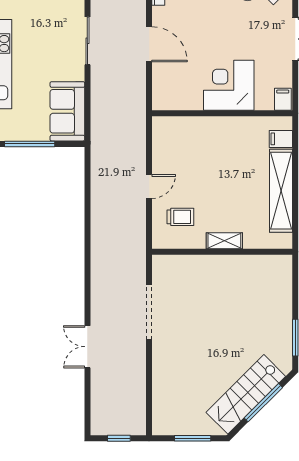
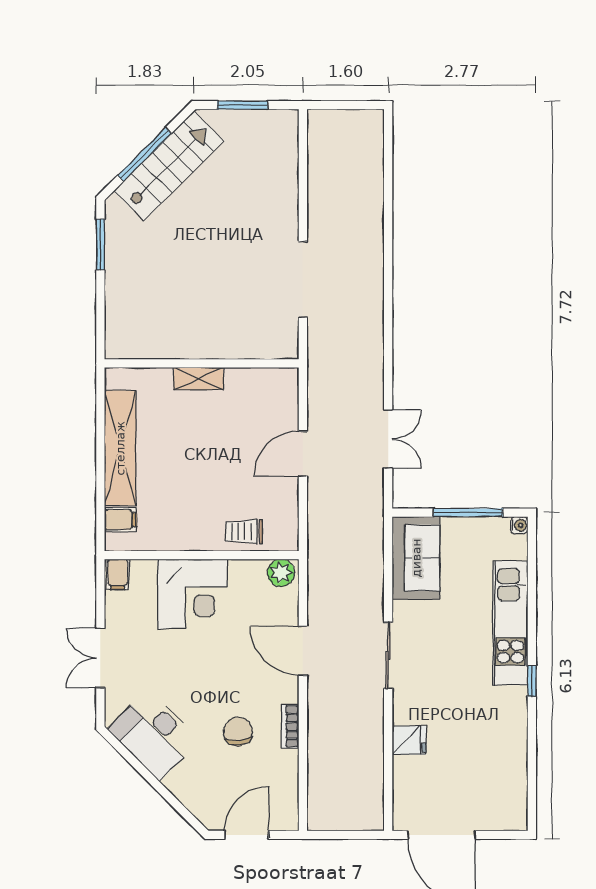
plant: (165, 100) -> (281, 573), added
door: (149, 186) -> (303, 454), width x1.38
trolley: (180, 217) -> (244, 532), moved
double door: (87, 347) -> (388, 439), moved
window: (119, 438) -> (345, 105), removed

